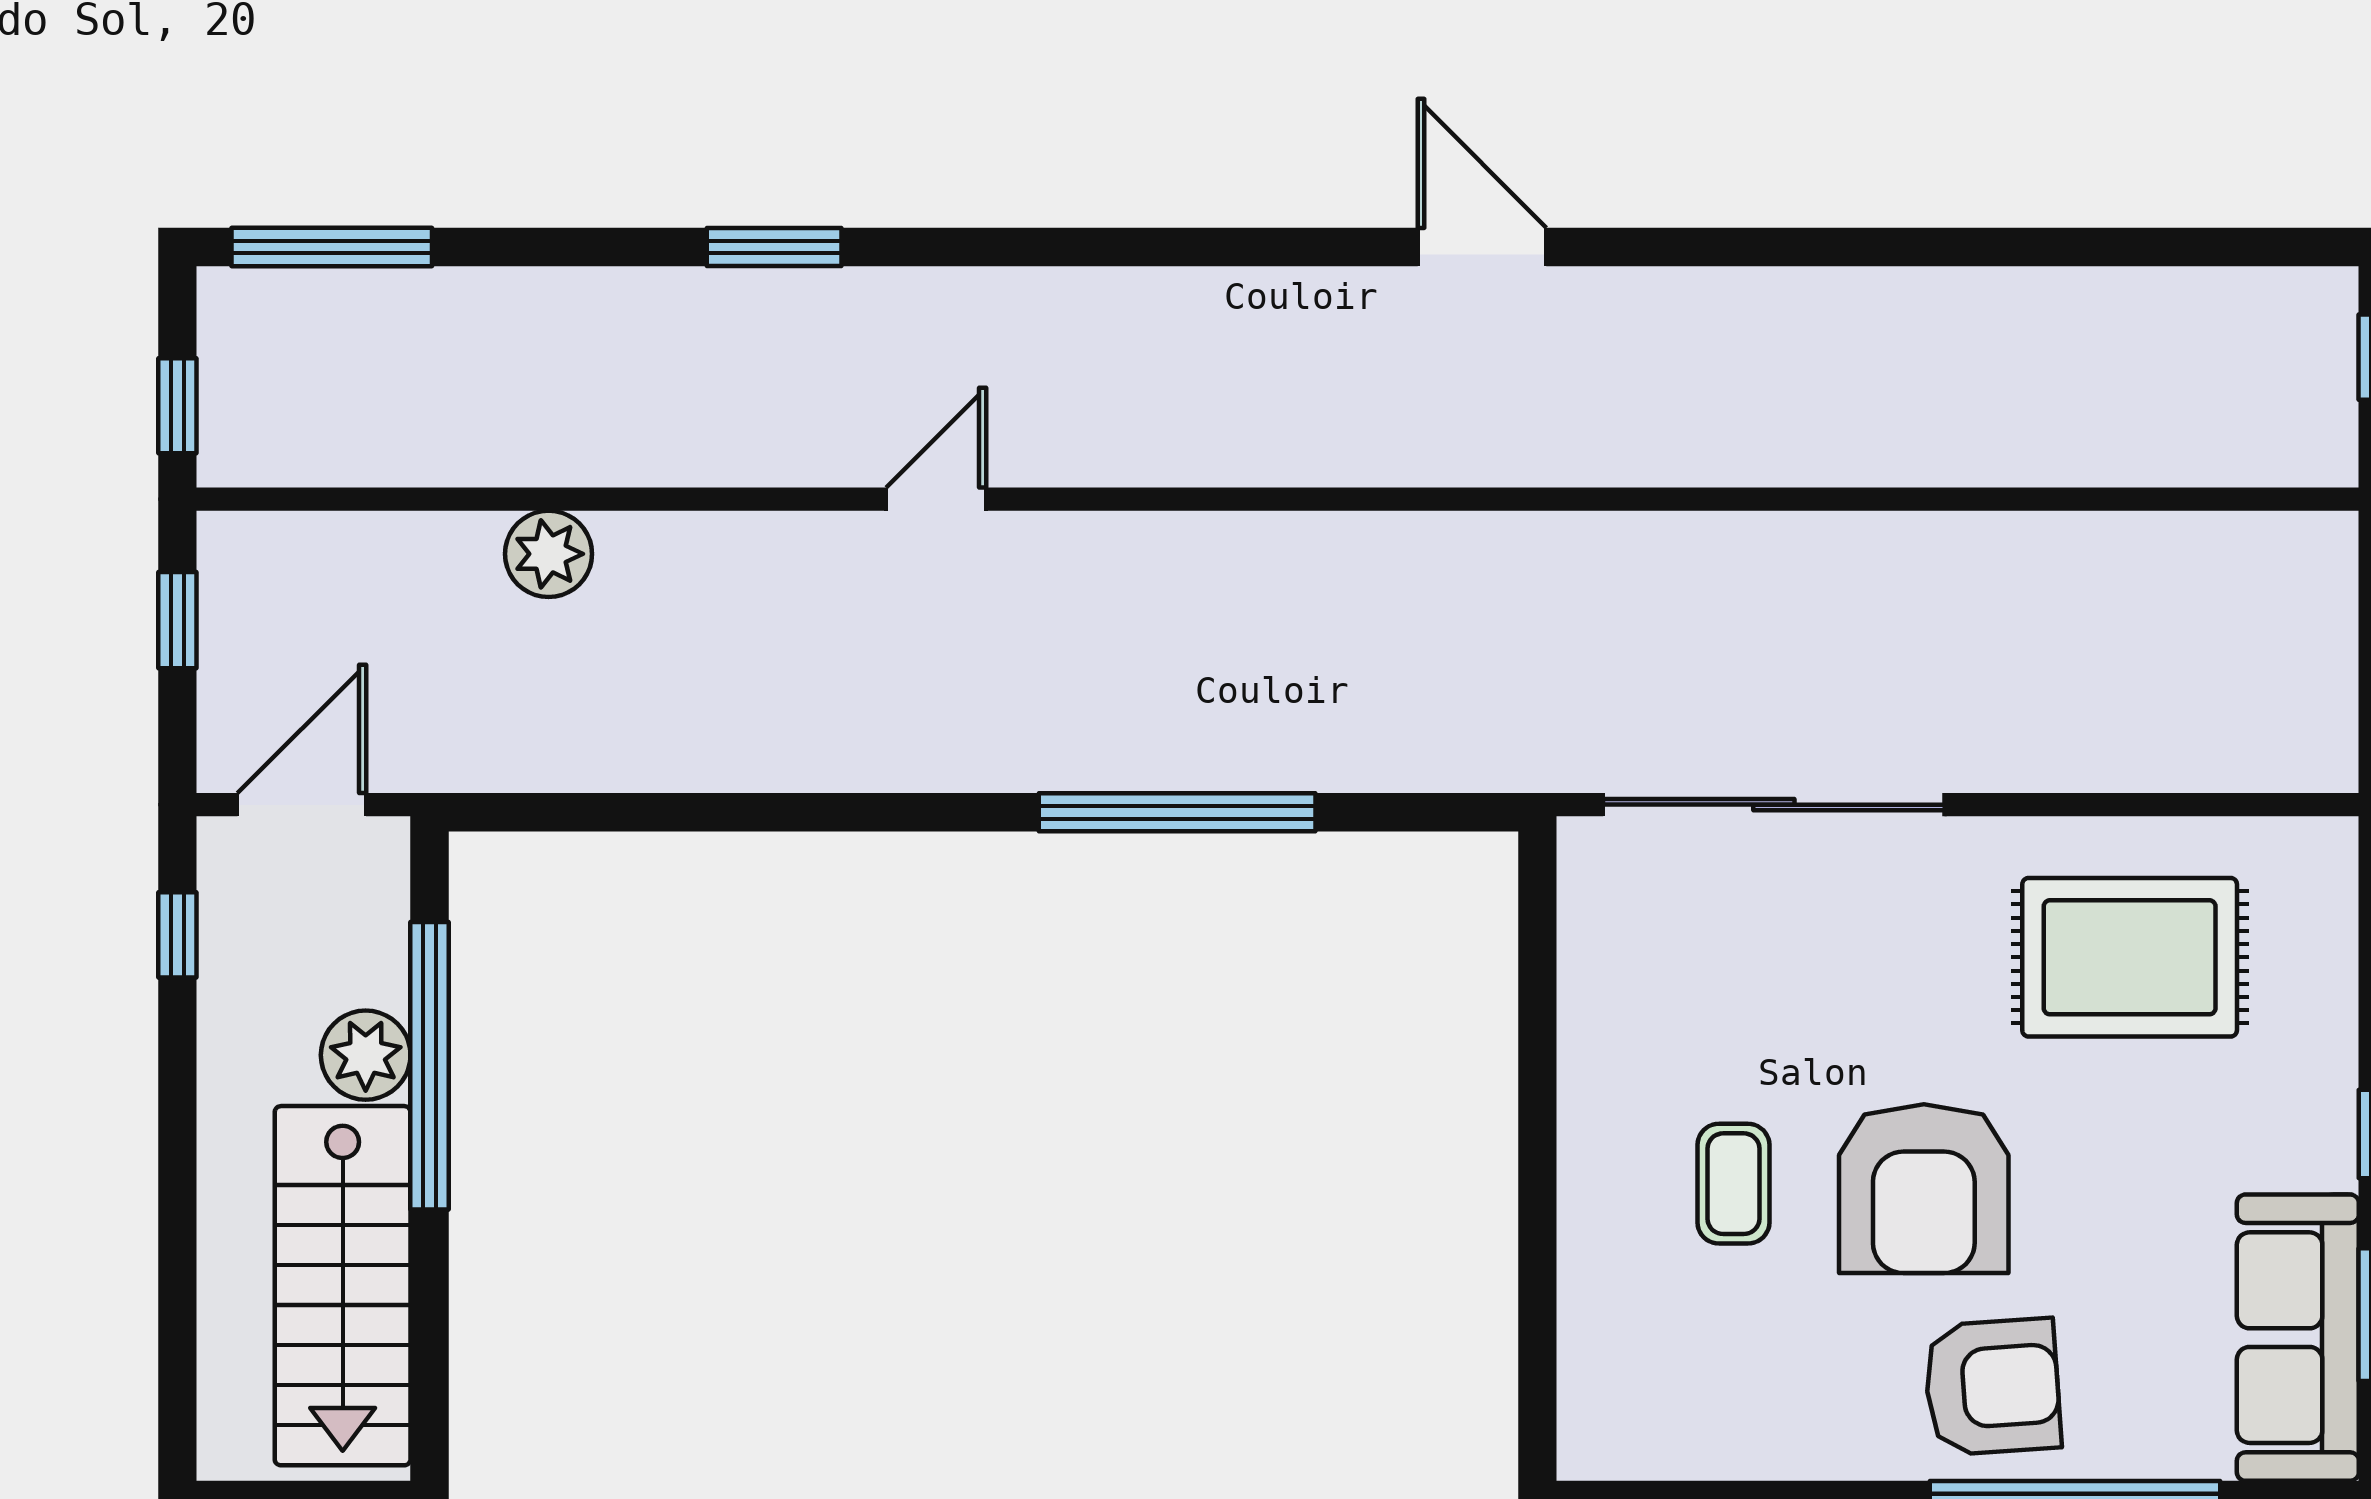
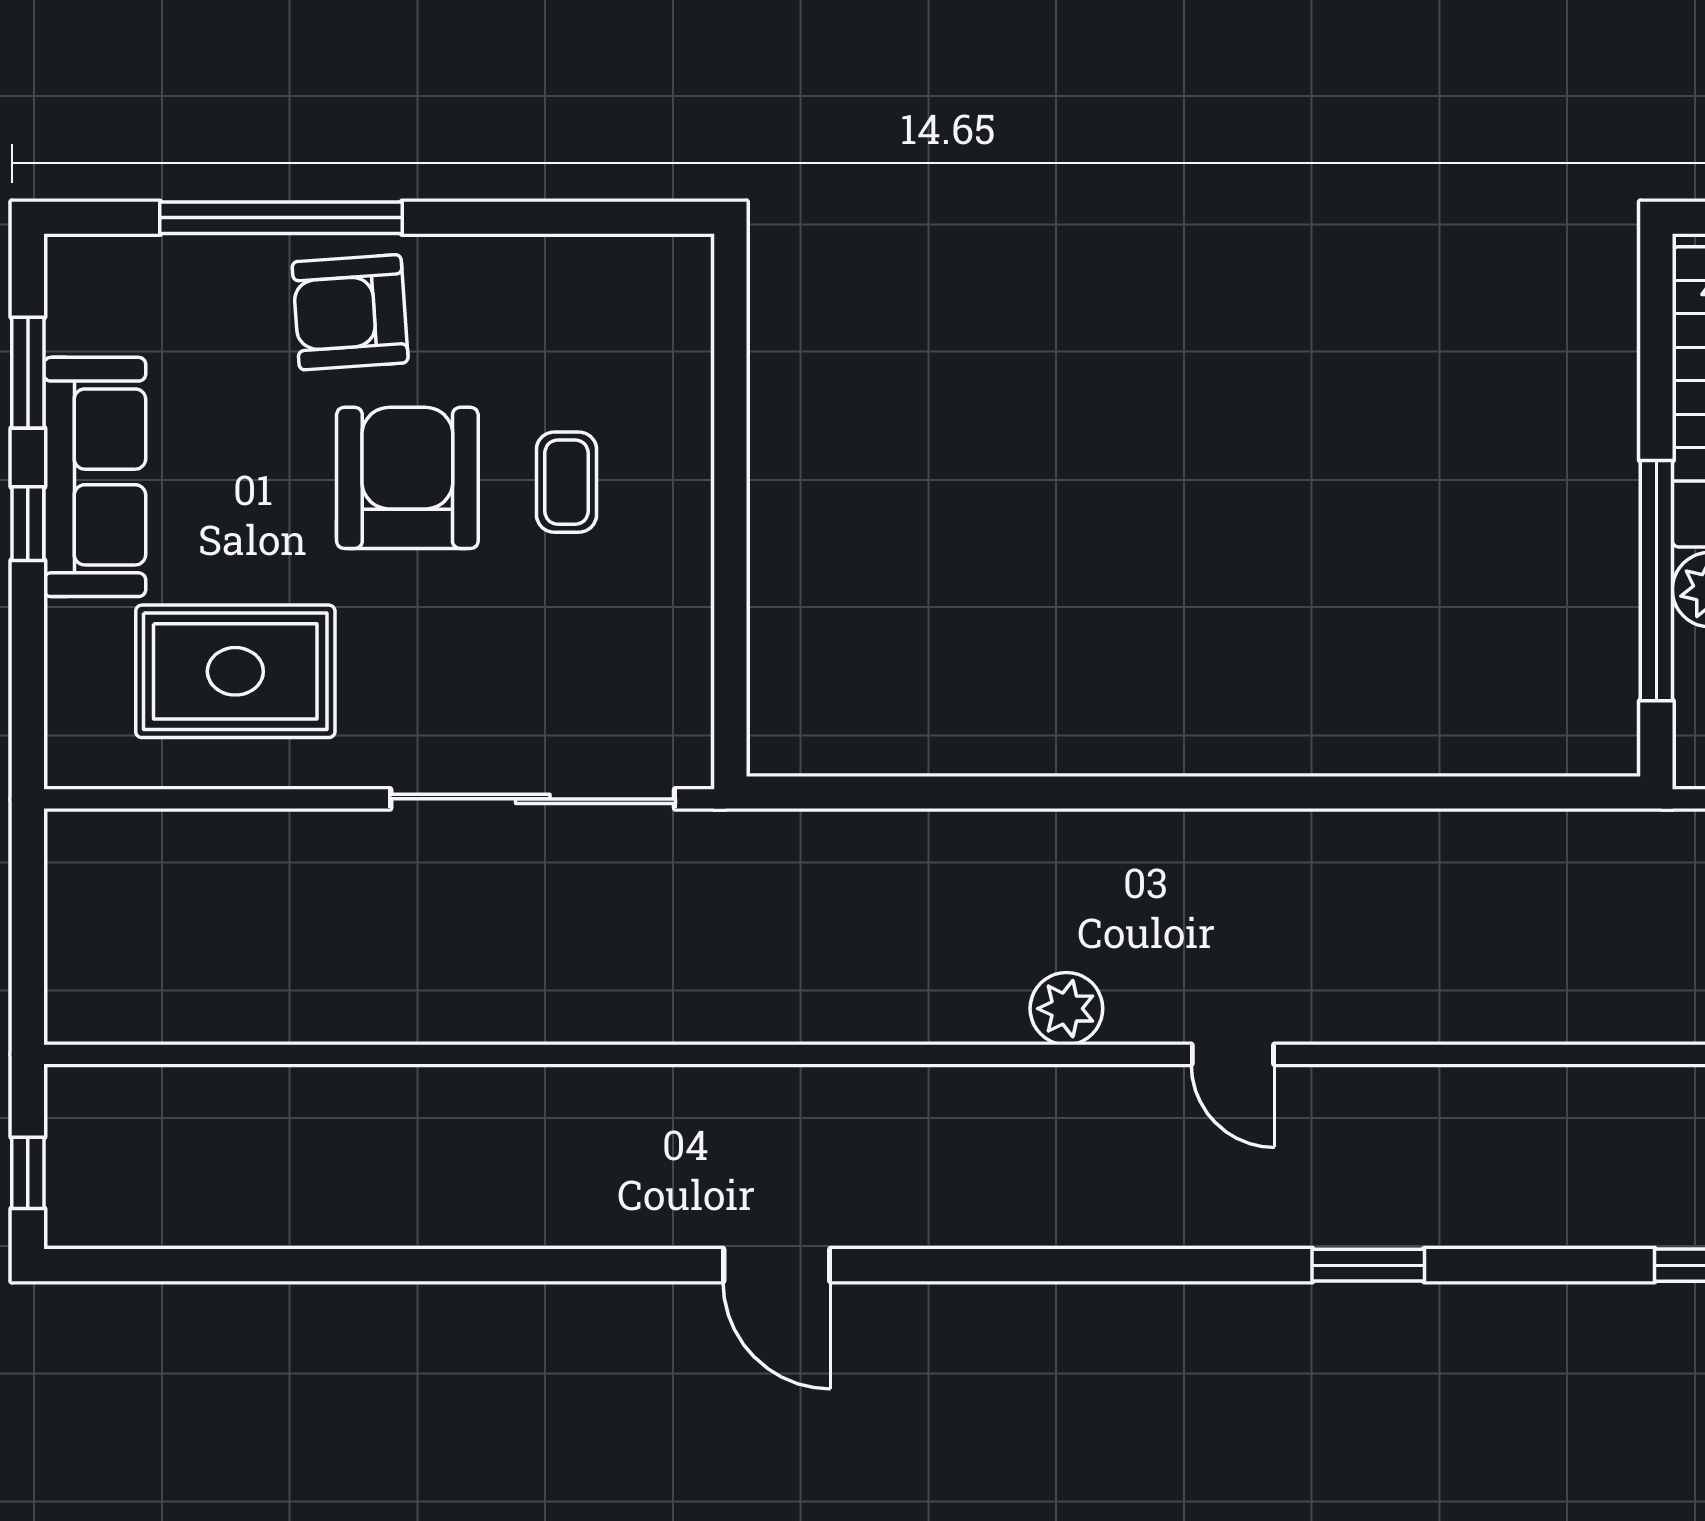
door: (936, 499) -> (1233, 1054), hinge flipped
plant: (549, 554) -> (1066, 1009), moved
window: (1177, 812) -> (1031, 793), removed
sofa: (2298, 1338) -> (95, 477), moved

